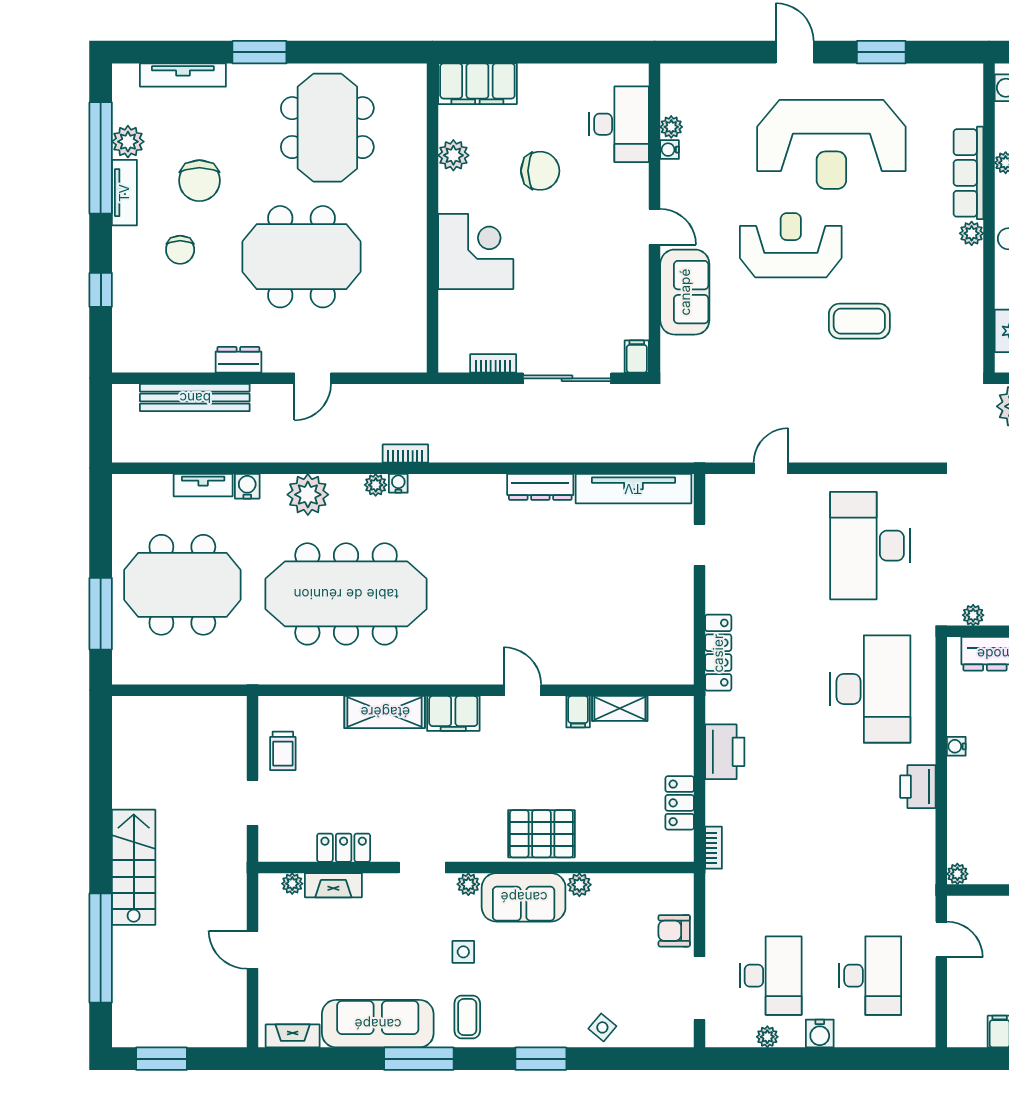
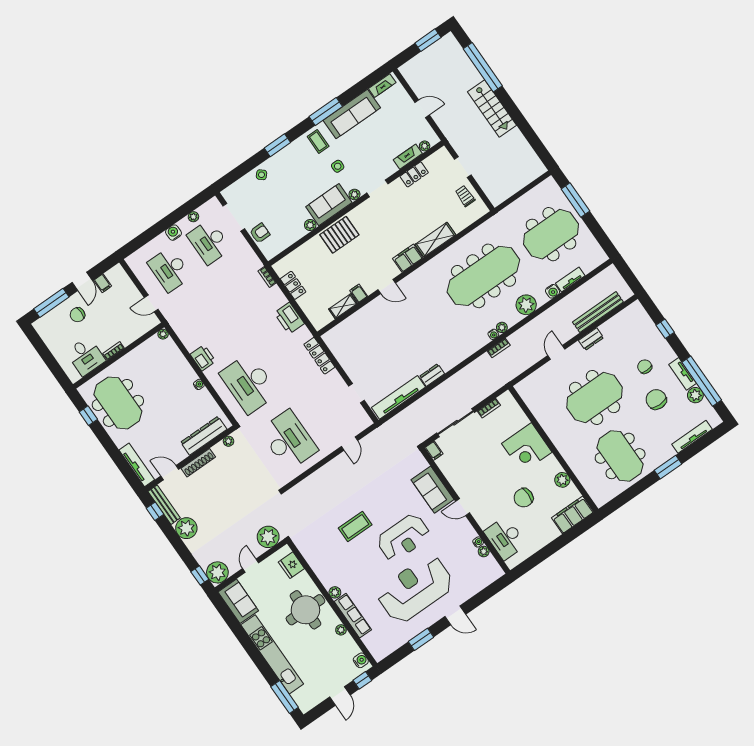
dresser: (540, 487) -> (432, 375), width x0.70

